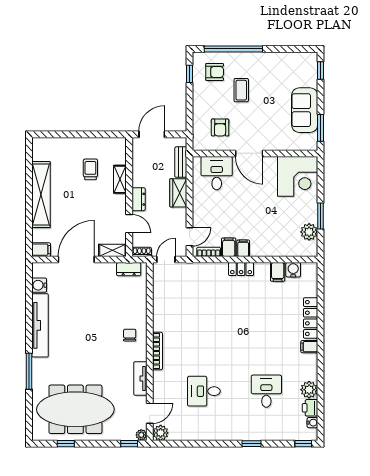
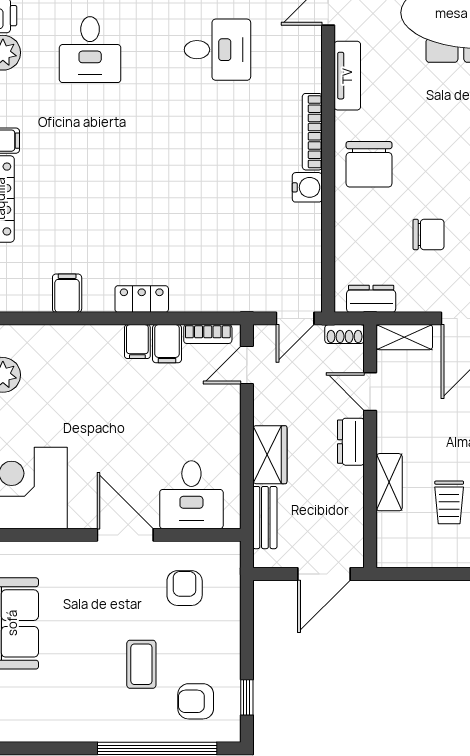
water cooler: (293, 270) -> (307, 187), moved, turned -90
chair: (101, 301) -> (429, 234), added
chair: (130, 335) -> (369, 164), width x1.87, depth x1.87

